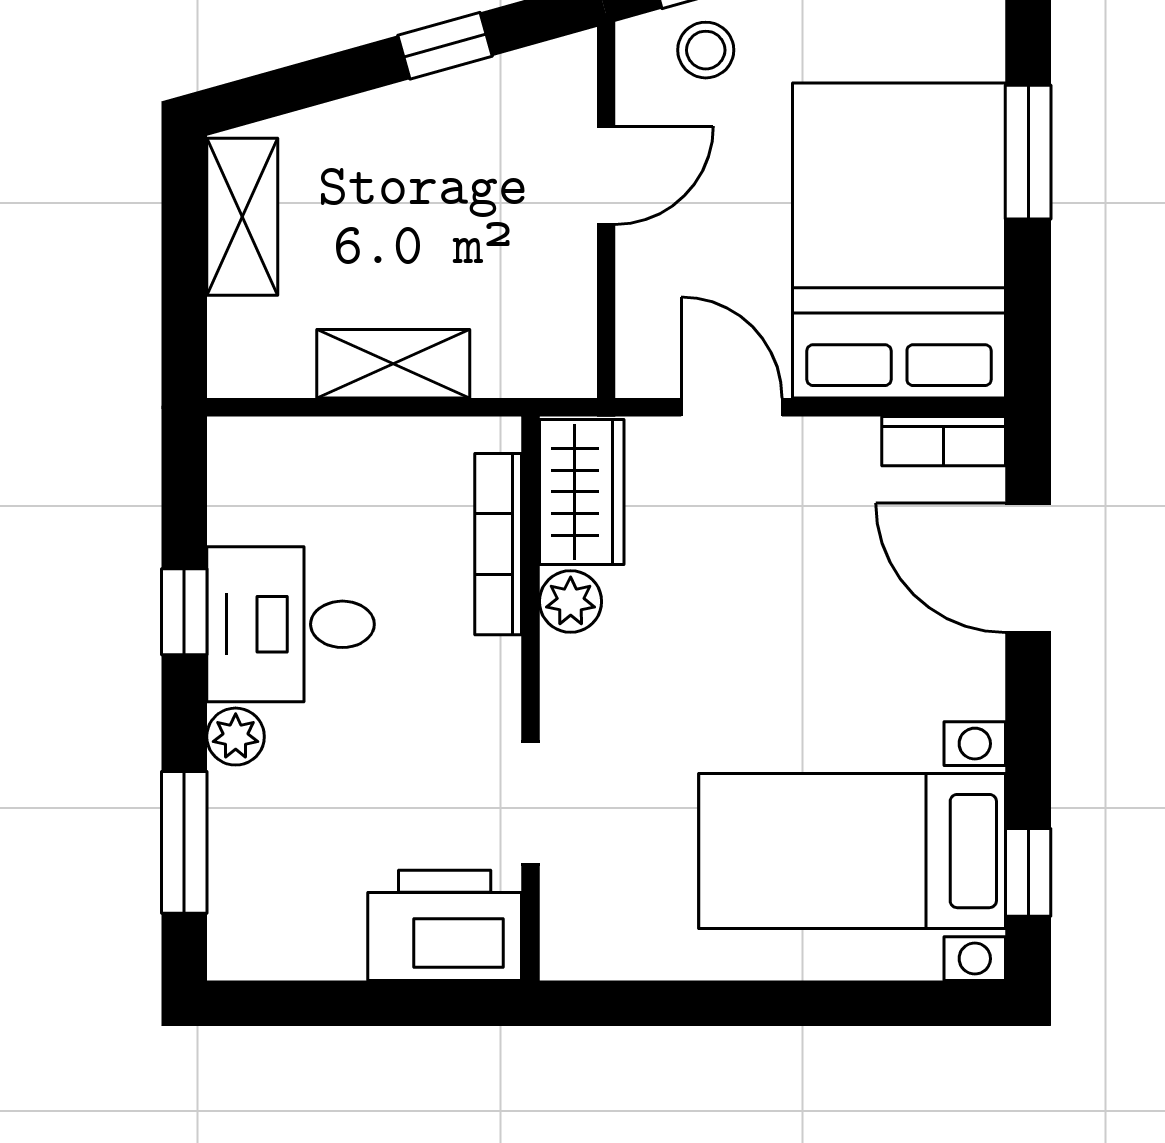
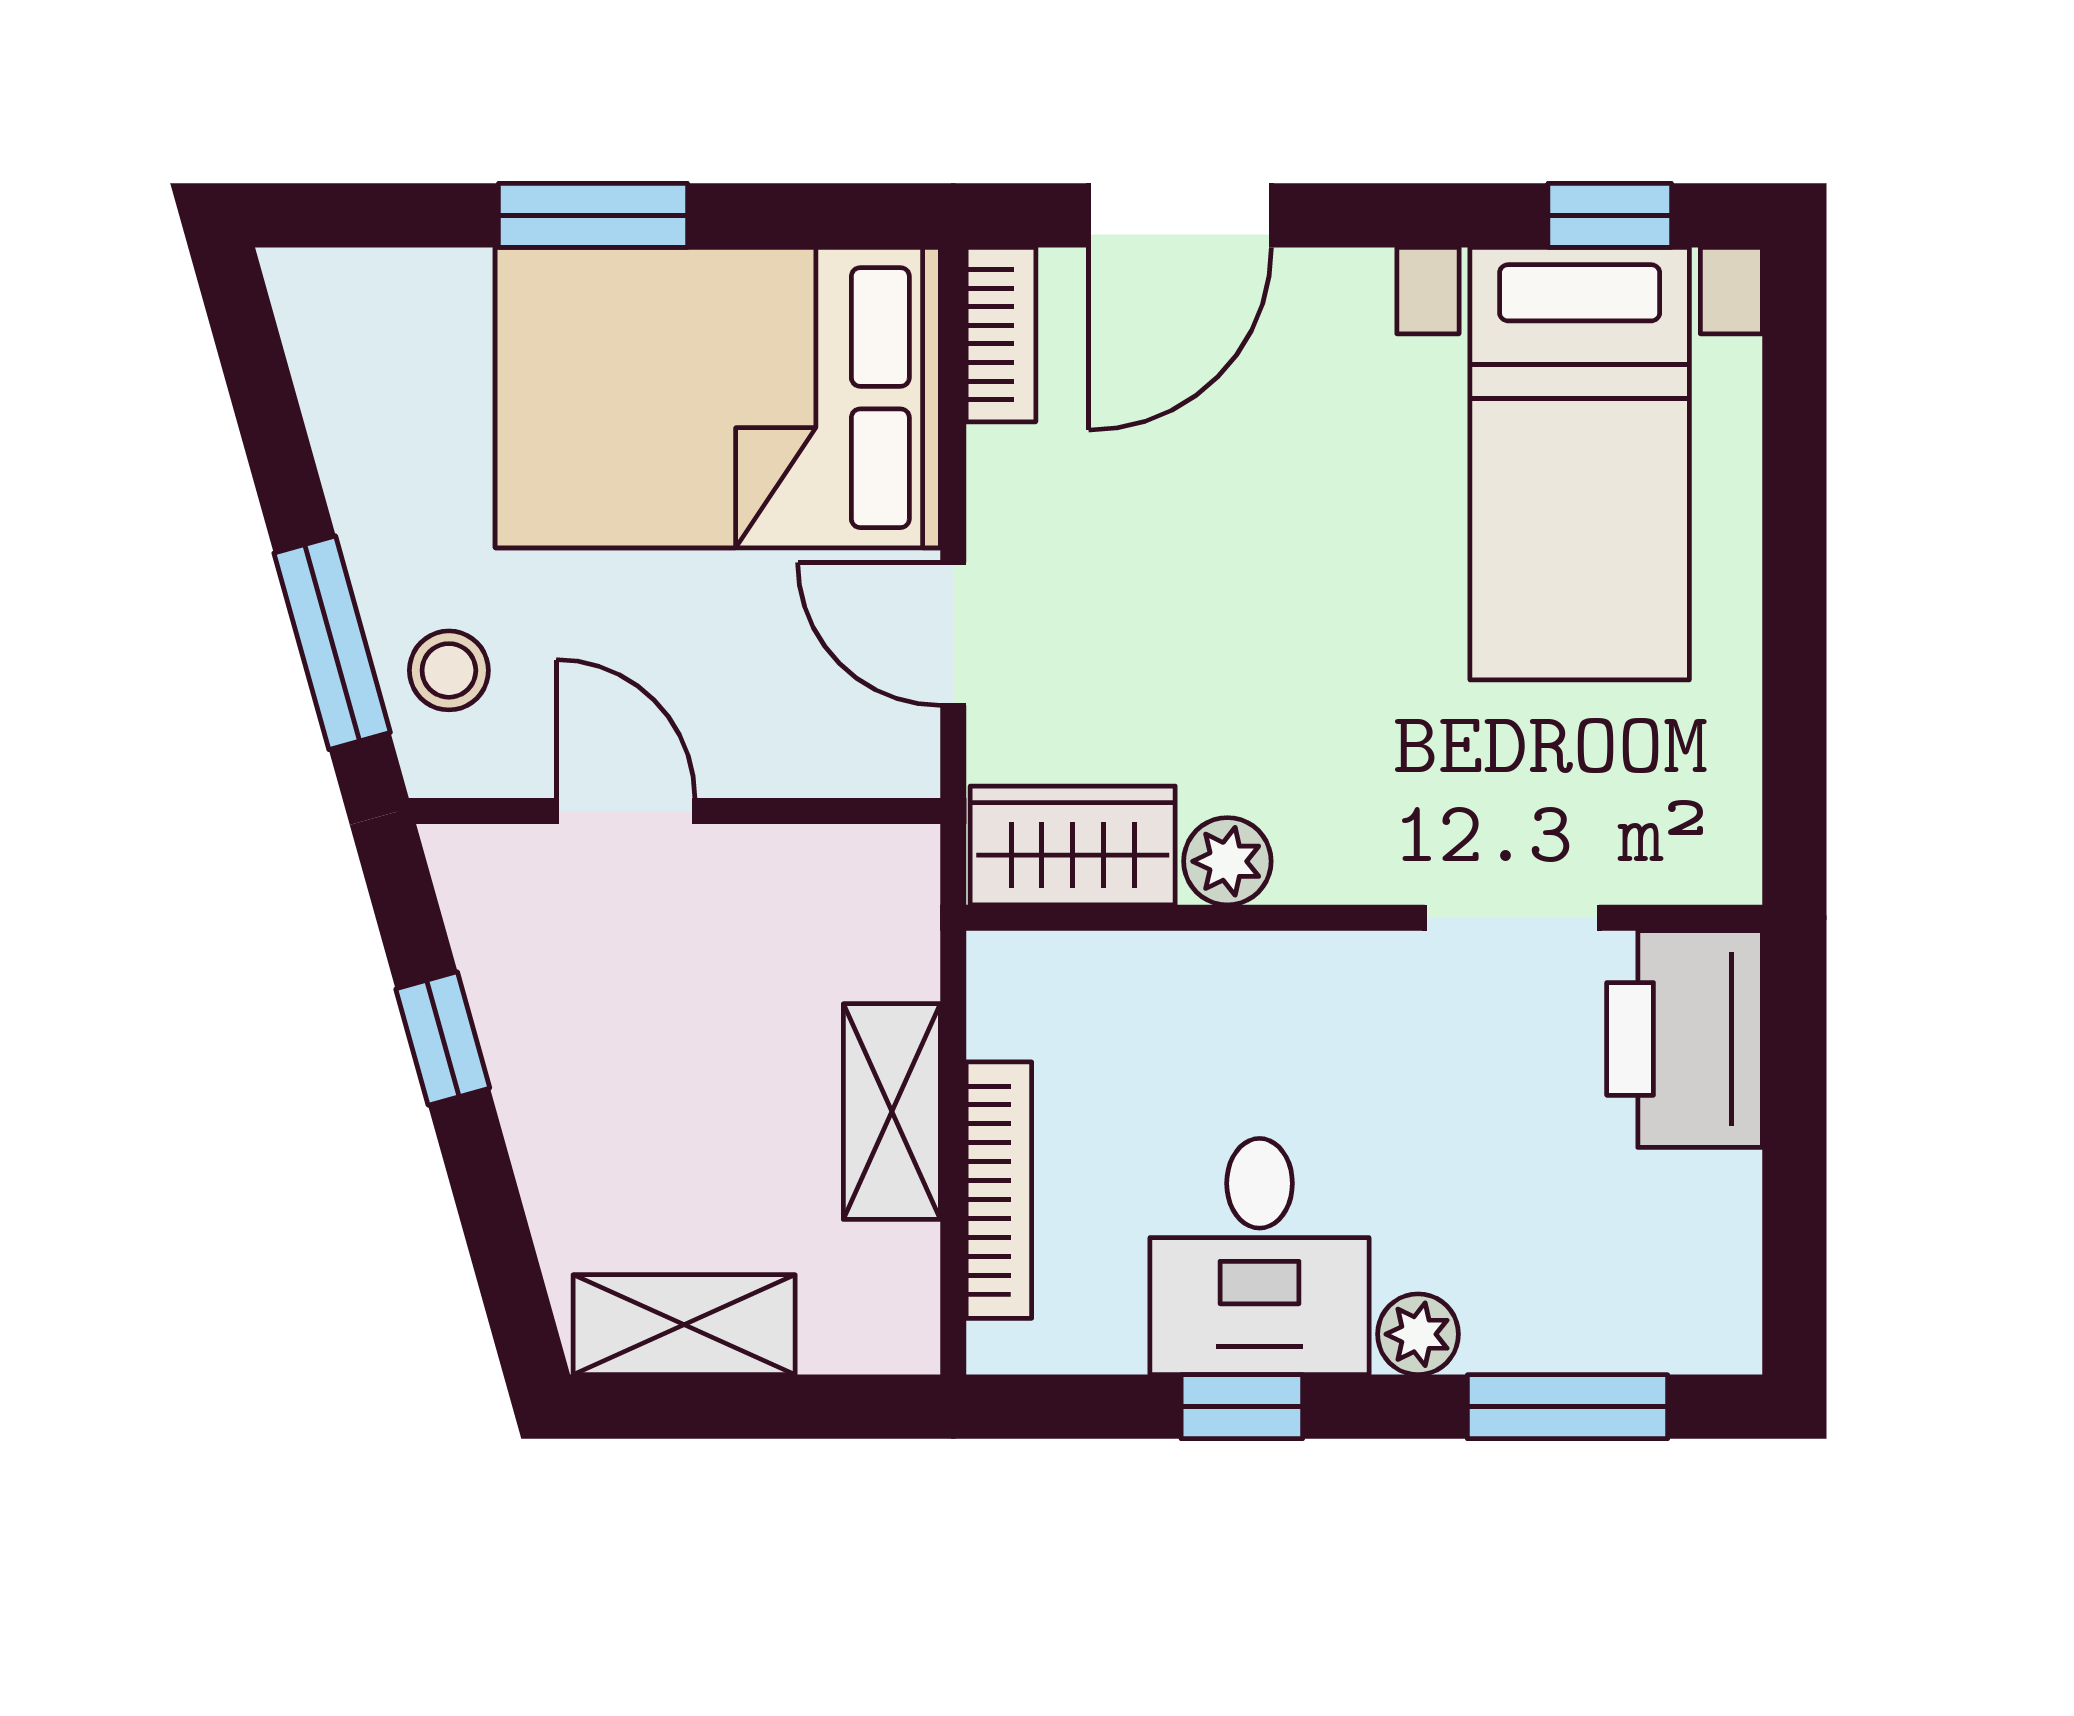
door: (732, 407) -> (953, 634), hinge flipped
bookcase: (498, 544) -> (999, 1190), moved, turned -90

